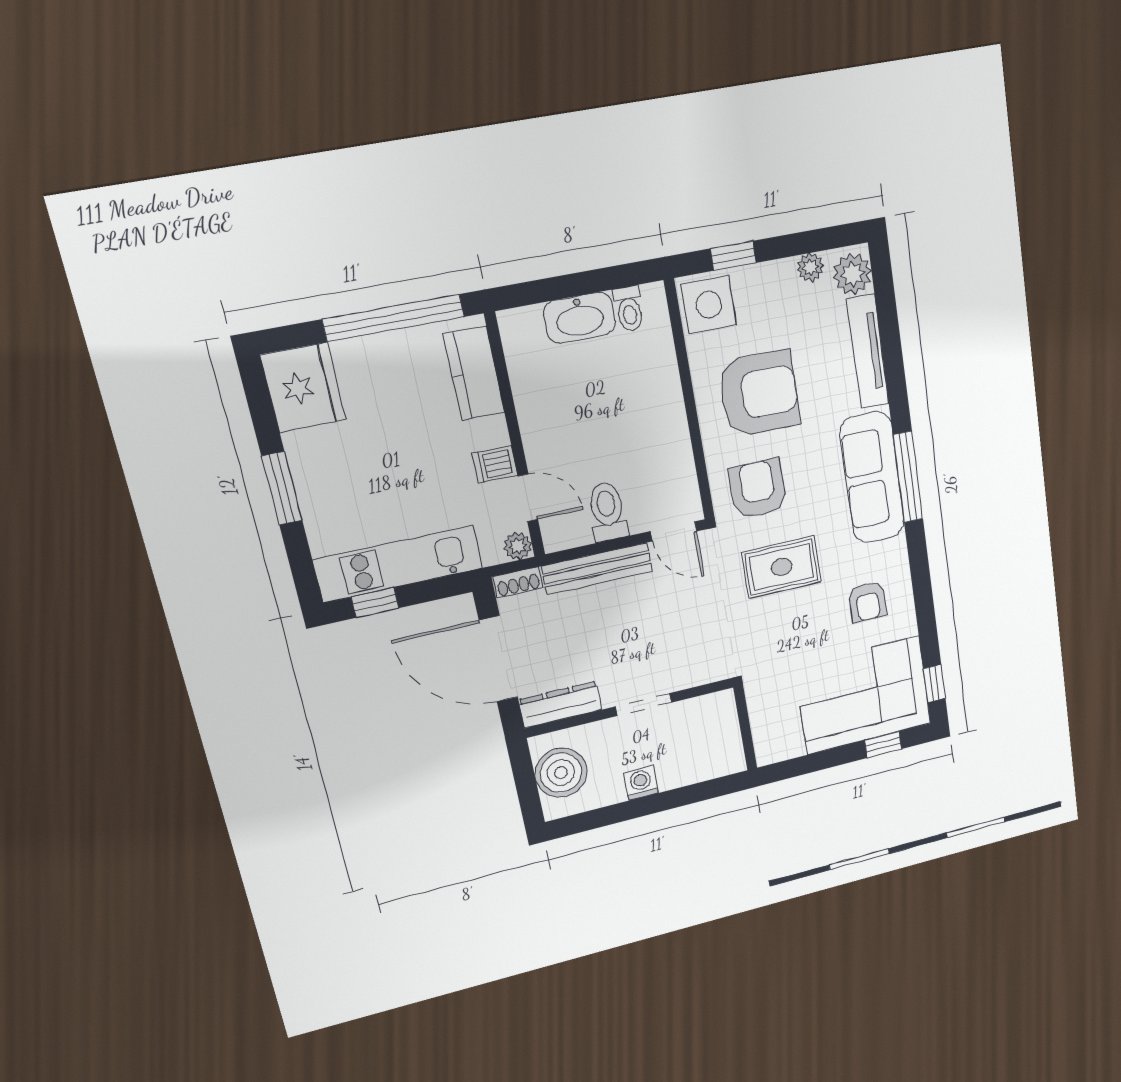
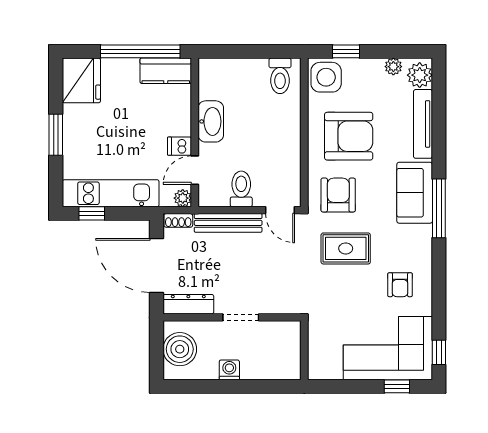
toilet: (629, 309) -> (280, 76), width x1.37, depth x1.39
washbasin: (580, 318) -> (211, 121), moved, turned -90
kitchen counter: (474, 373) -> (166, 71), moved, turned -90
sofa: (872, 478) -> (415, 193), width x0.73
door: (528, 498) -> (195, 170), swing flipped

